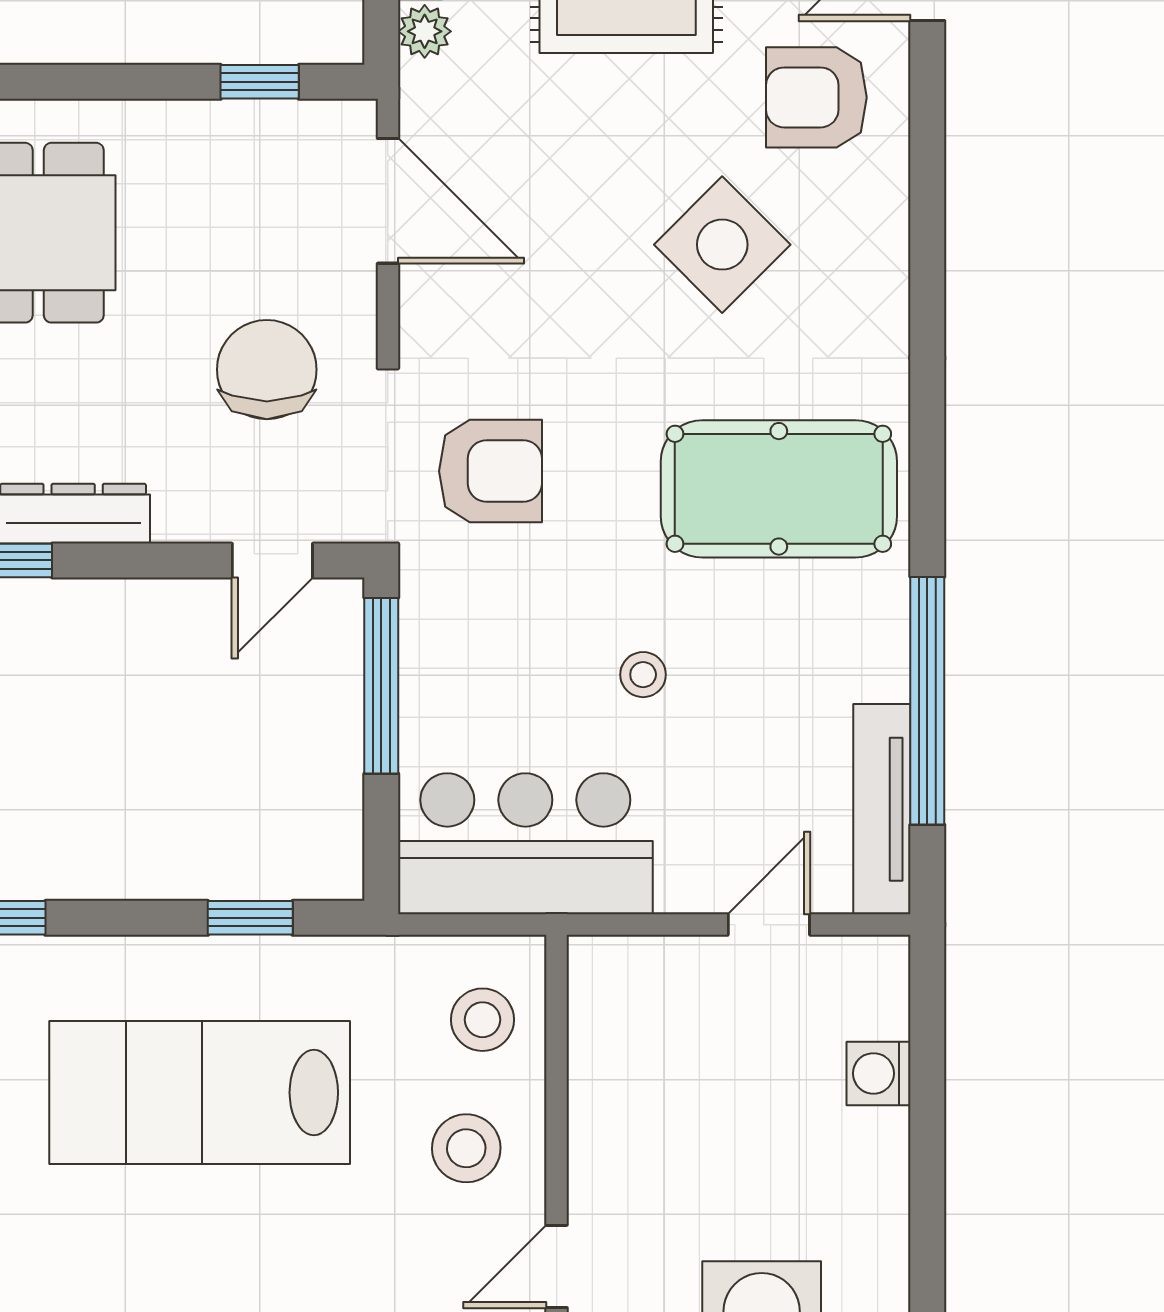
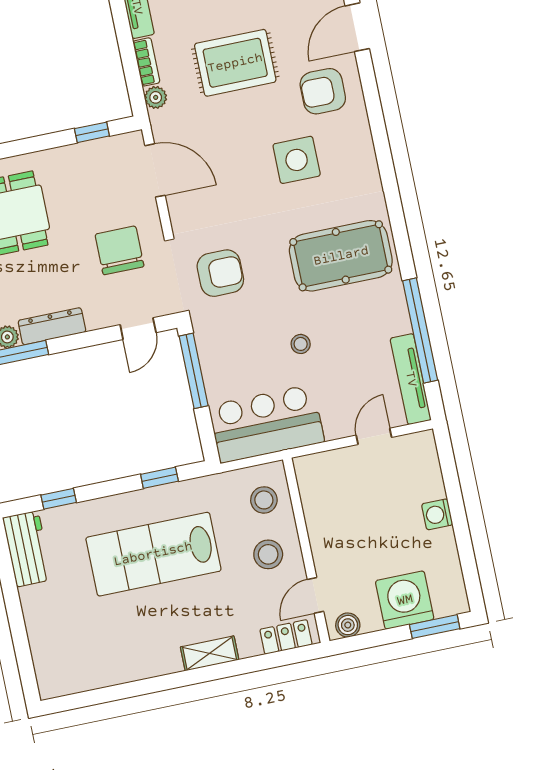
side table: (722, 245) -> (297, 160), turned 45
washing machine: (879, 1073) -> (437, 514), moved

